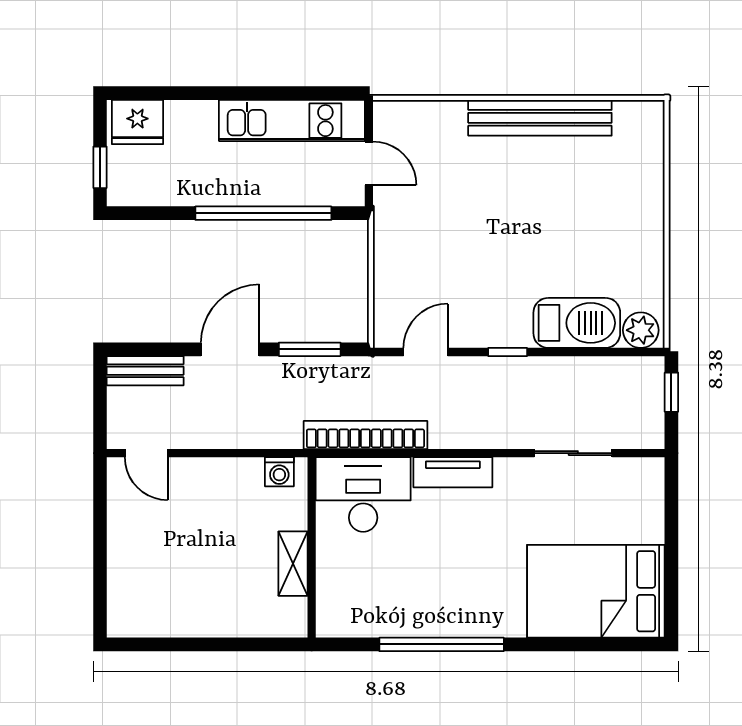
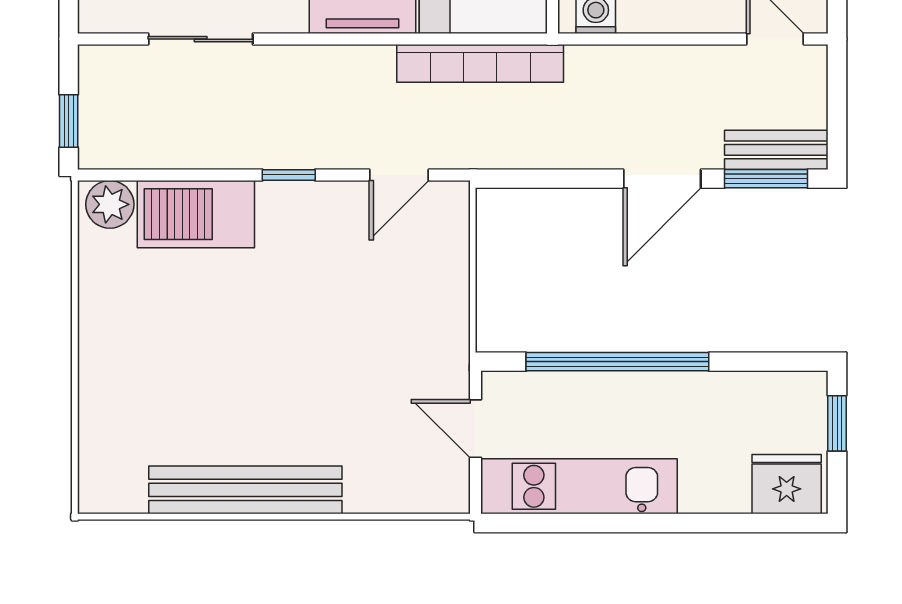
window: (310, 349) -> (766, 179), moved

